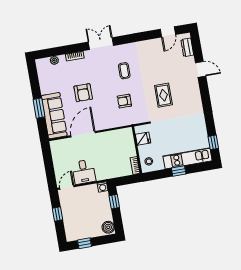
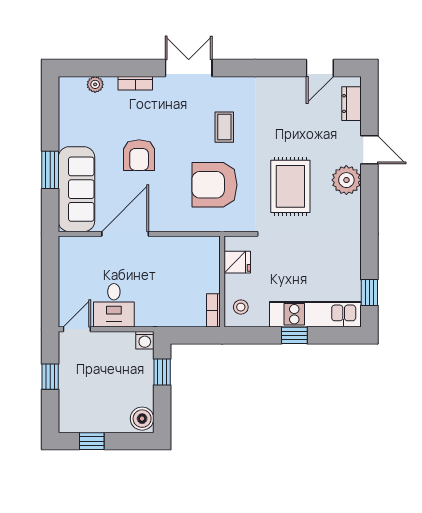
plant: (191, 87) -> (346, 180), added
rug: (163, 95) -> (290, 186), width x1.36, depth x1.43
armchair: (124, 101) -> (214, 185), width x1.88, depth x1.88

